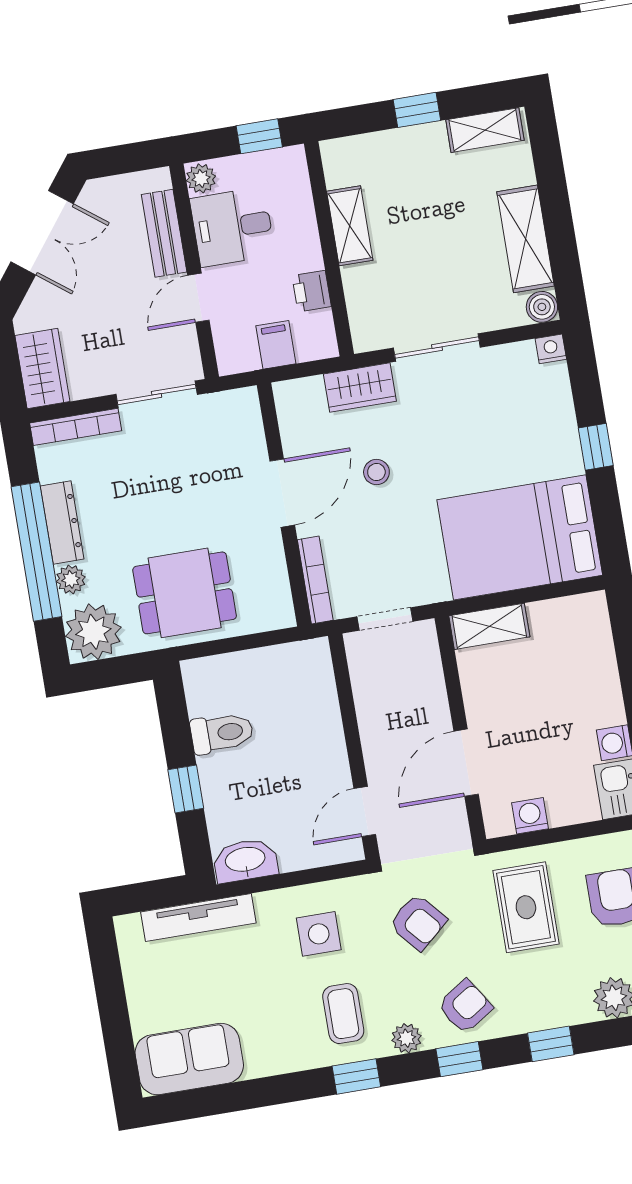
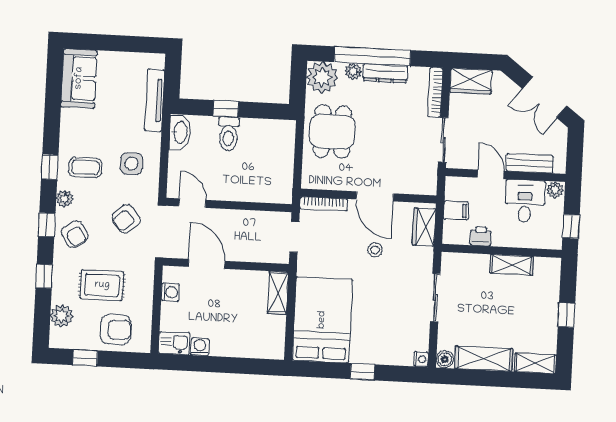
shelving: (485, 130) -> (535, 363), moved, turned 90
wardrobe: (360, 388) -> (424, 227), moved
toilet: (222, 733) -> (229, 134), moved
rug: (526, 907) -> (102, 285), moved

